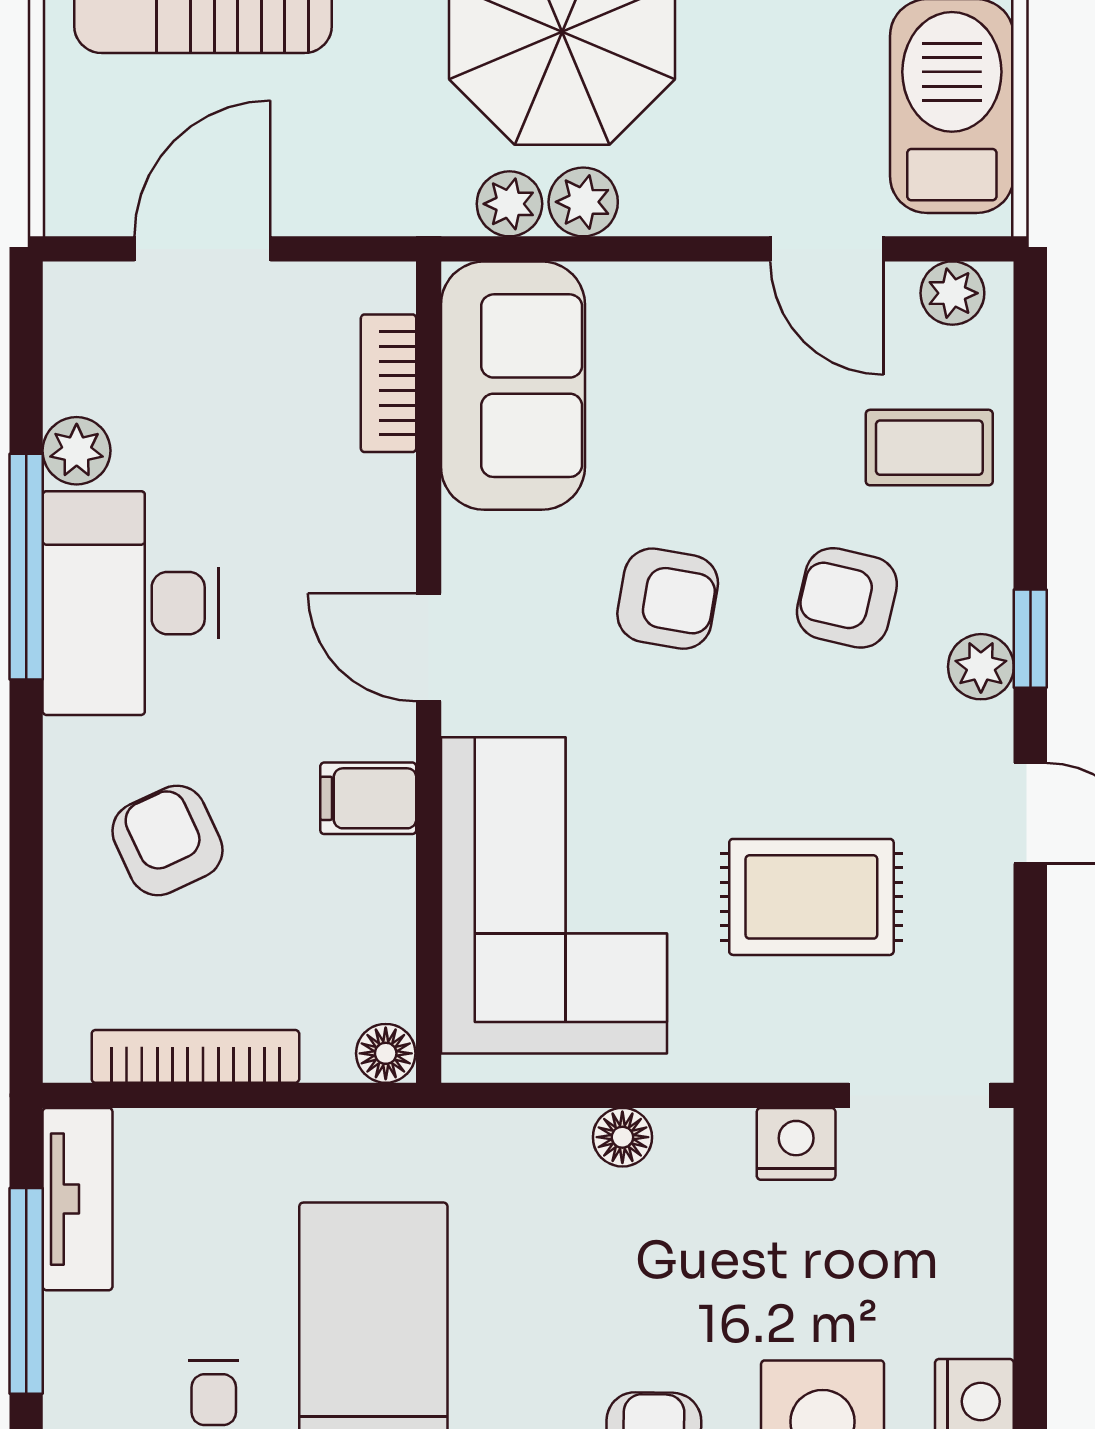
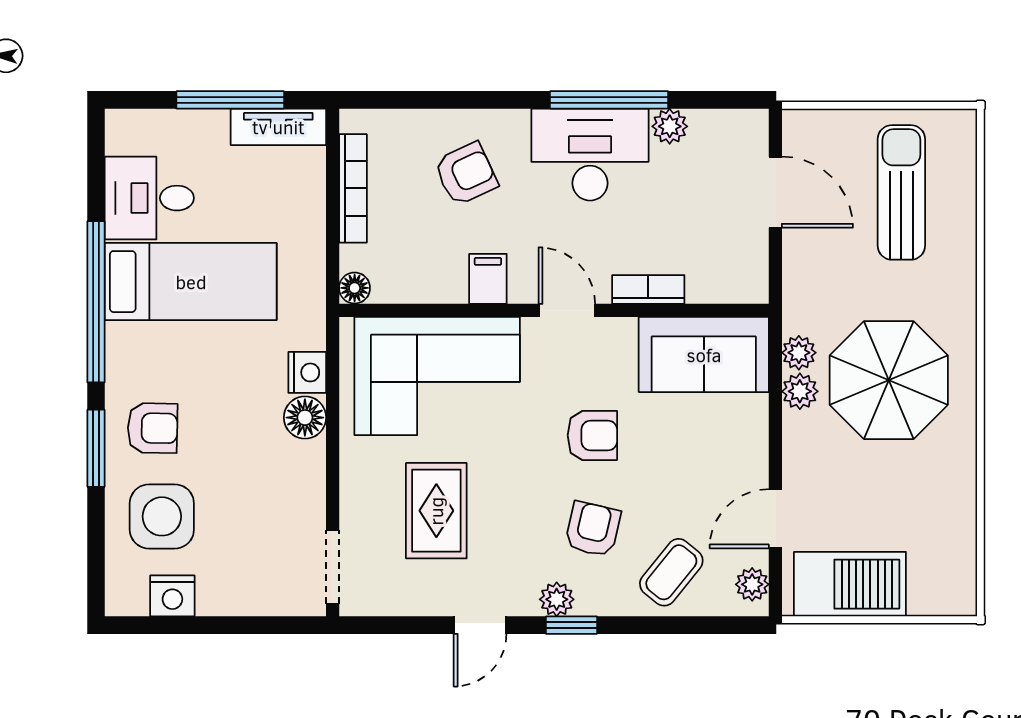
bookcase: (389, 383) -> (648, 289), moved
coffee table: (929, 448) -> (671, 572), turned 39
armchair: (668, 599) -> (592, 435), turned -100
door: (429, 647) -> (567, 310), hinge flipped
floor lamp: (622, 1137) -> (305, 418), width x1.37, depth x1.37
nightstand: (796, 1144) -> (307, 372), moved

